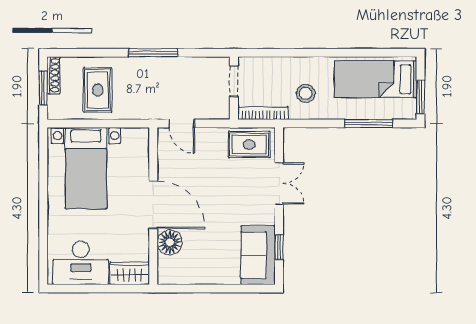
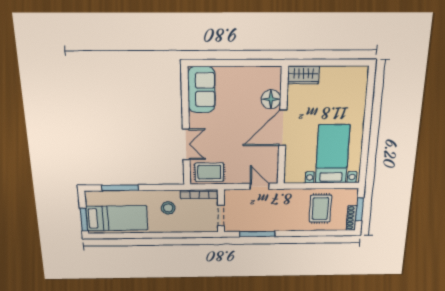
window: (153, 53) -> (257, 234), moved
window: (421, 97) -> (84, 220), moved
double door: (279, 183) -> (186, 144), swing flipped
door: (153, 205) -> (283, 128), hinge flipped
window: (279, 247) -> (185, 96), removed
desk: (81, 263) -> (341, 83), removed

